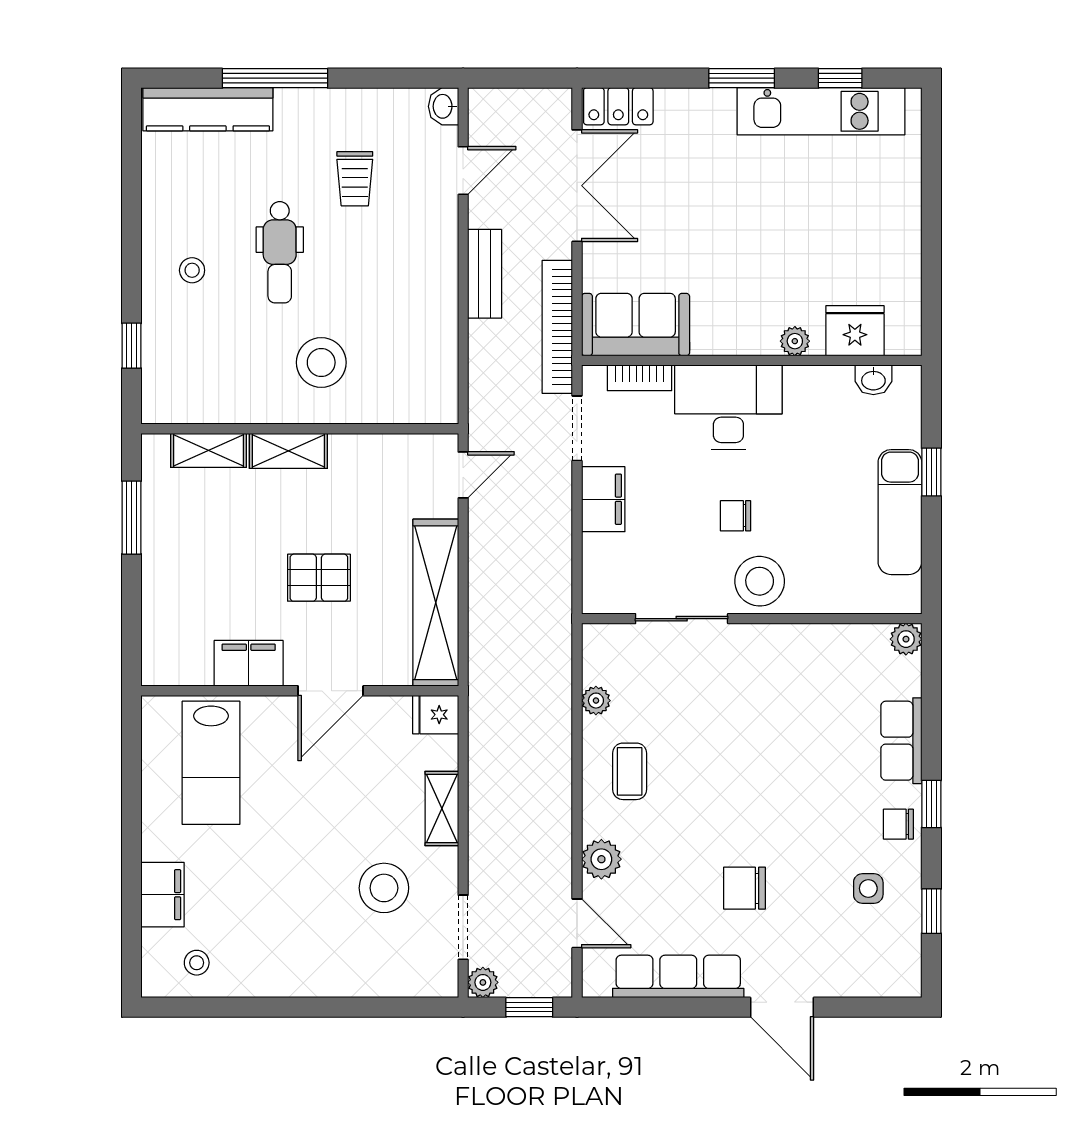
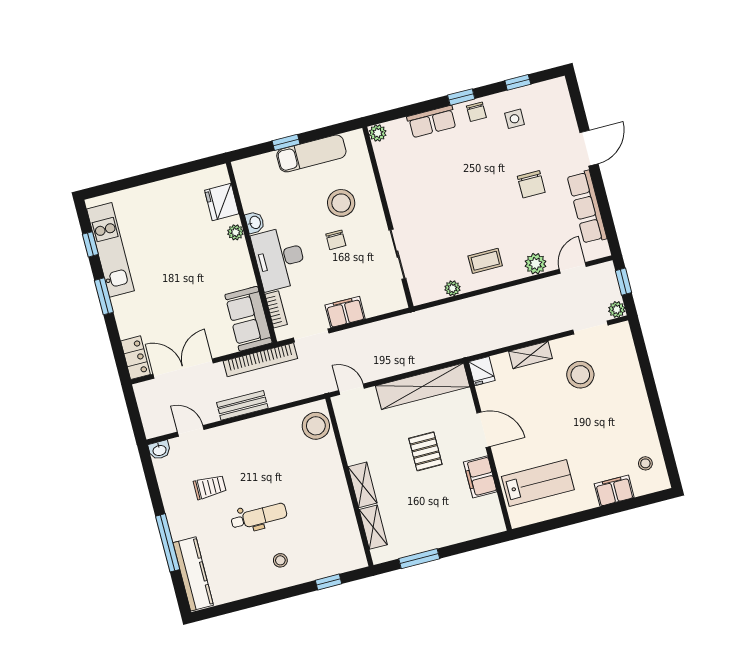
stool: (321, 362) -> (316, 426), moved
washbasin: (873, 380) -> (255, 222), moved
stool: (760, 581) -> (341, 203), moved

